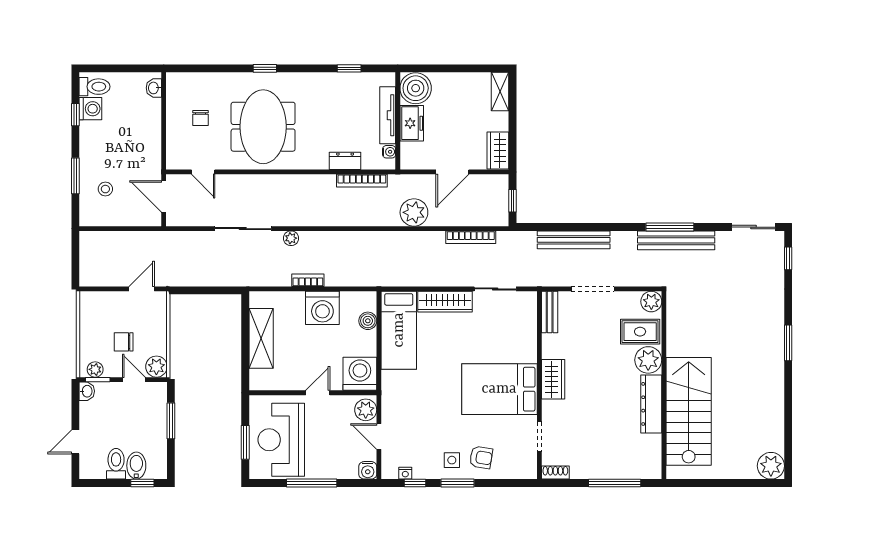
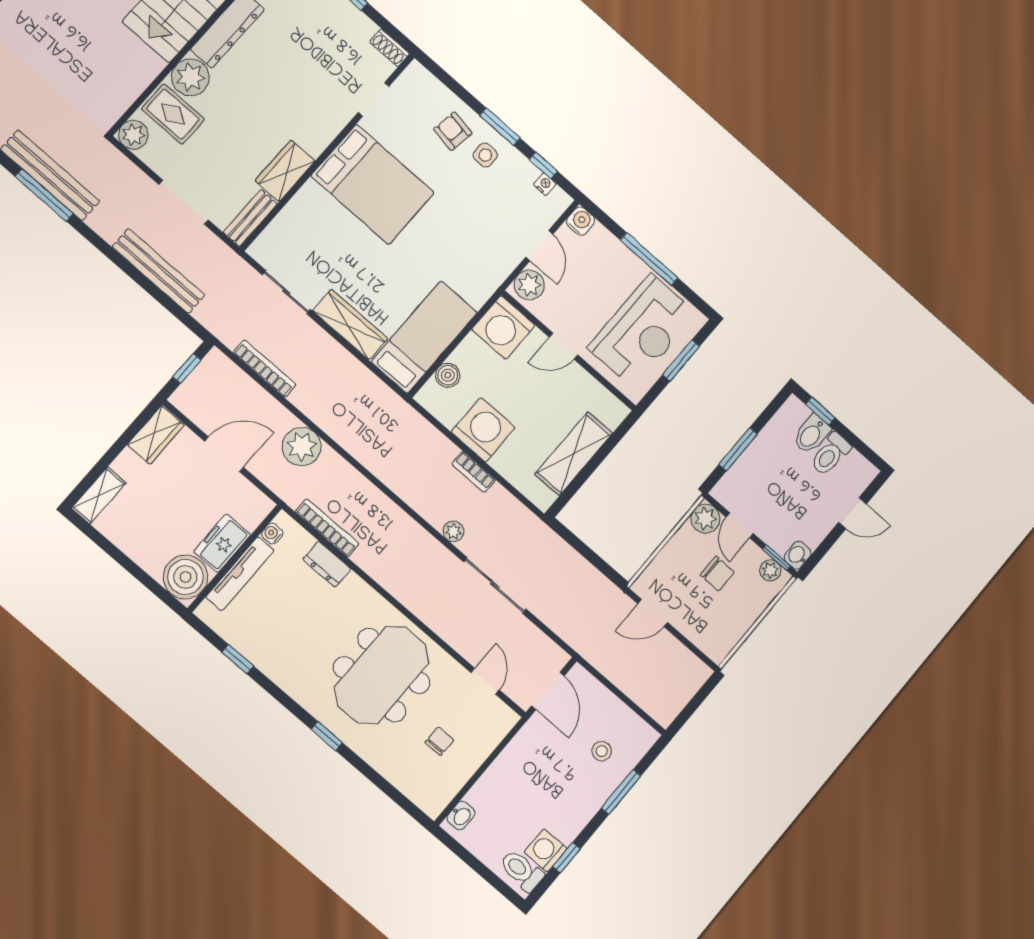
wardrobe: (553, 379) -> (285, 171), moved

